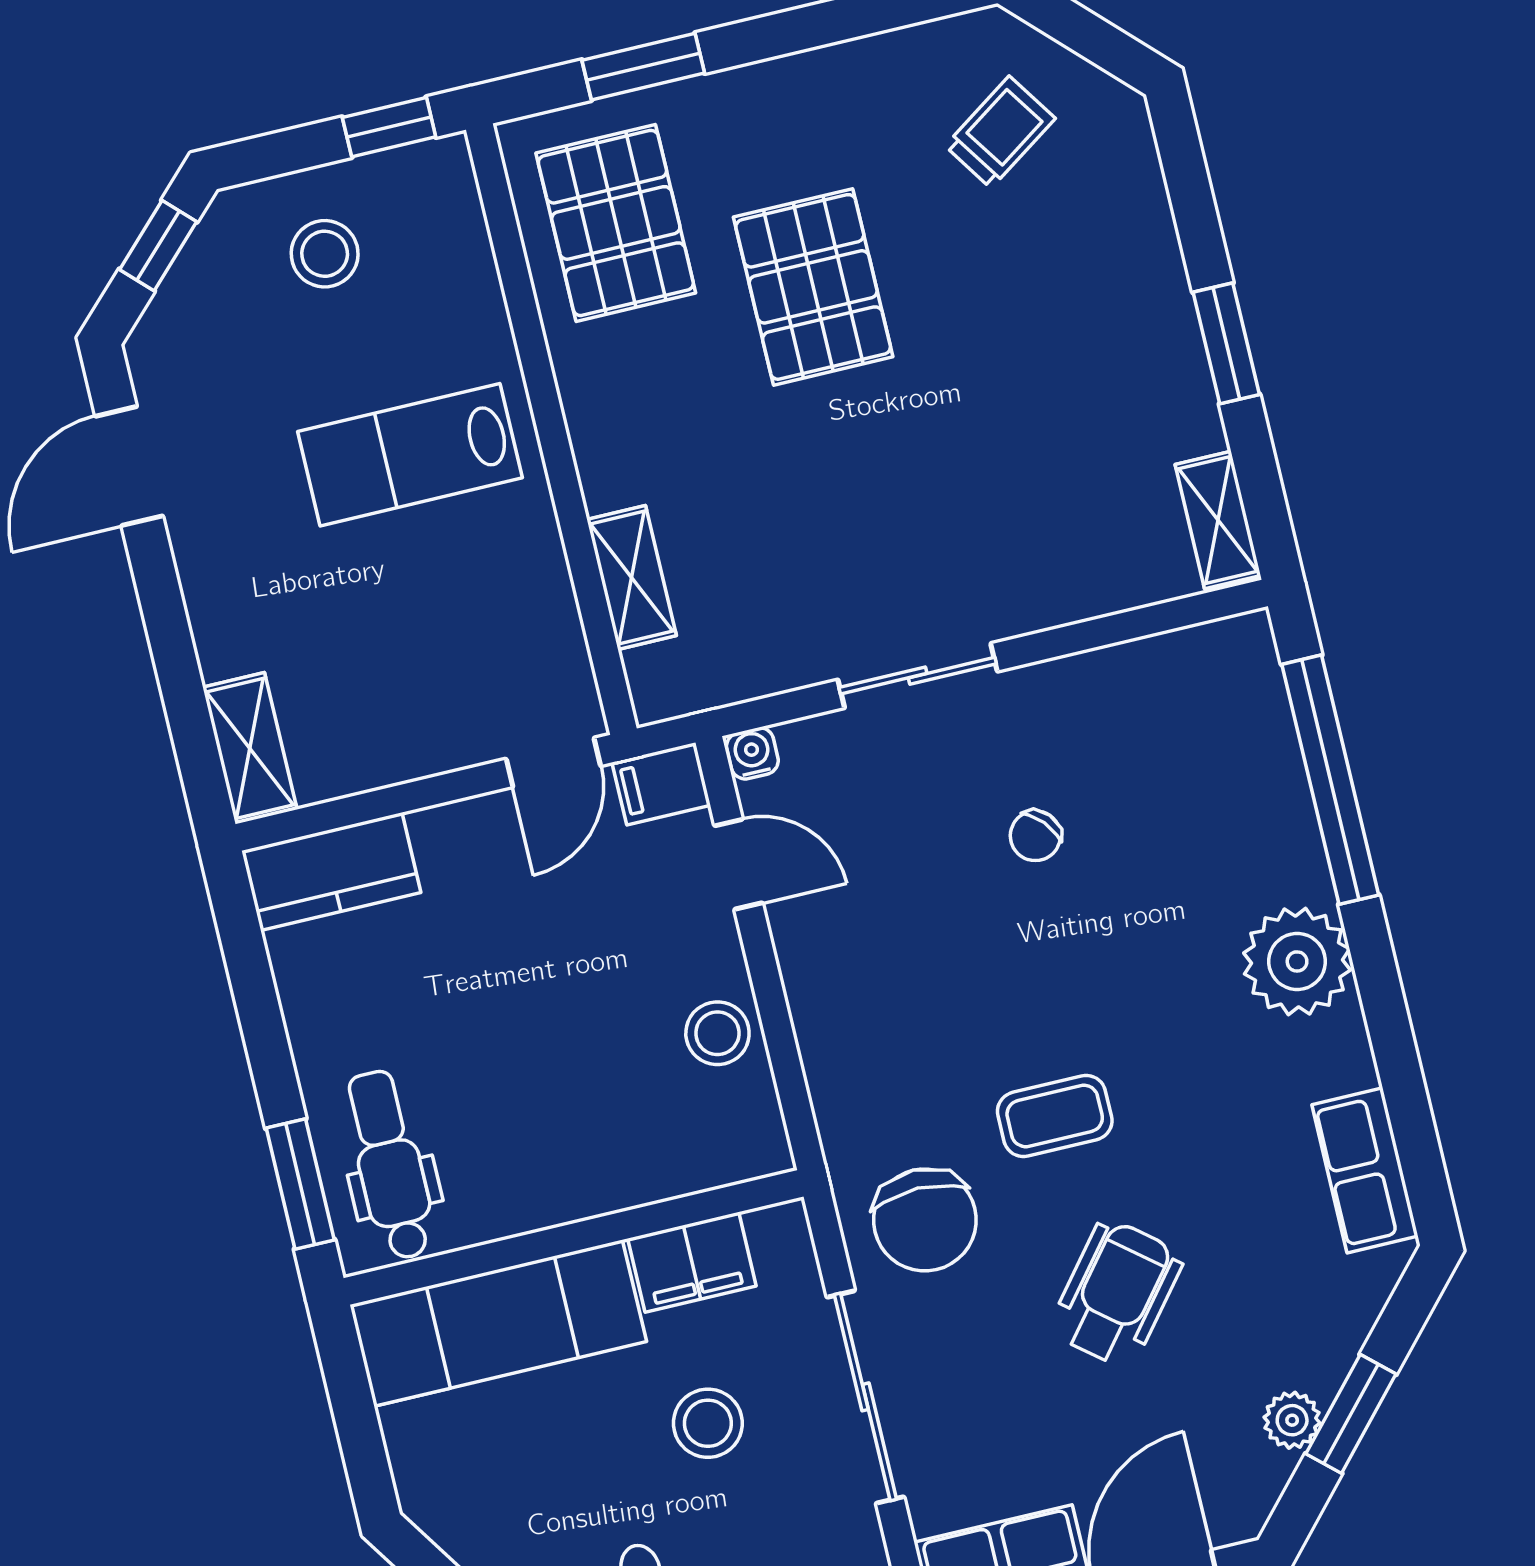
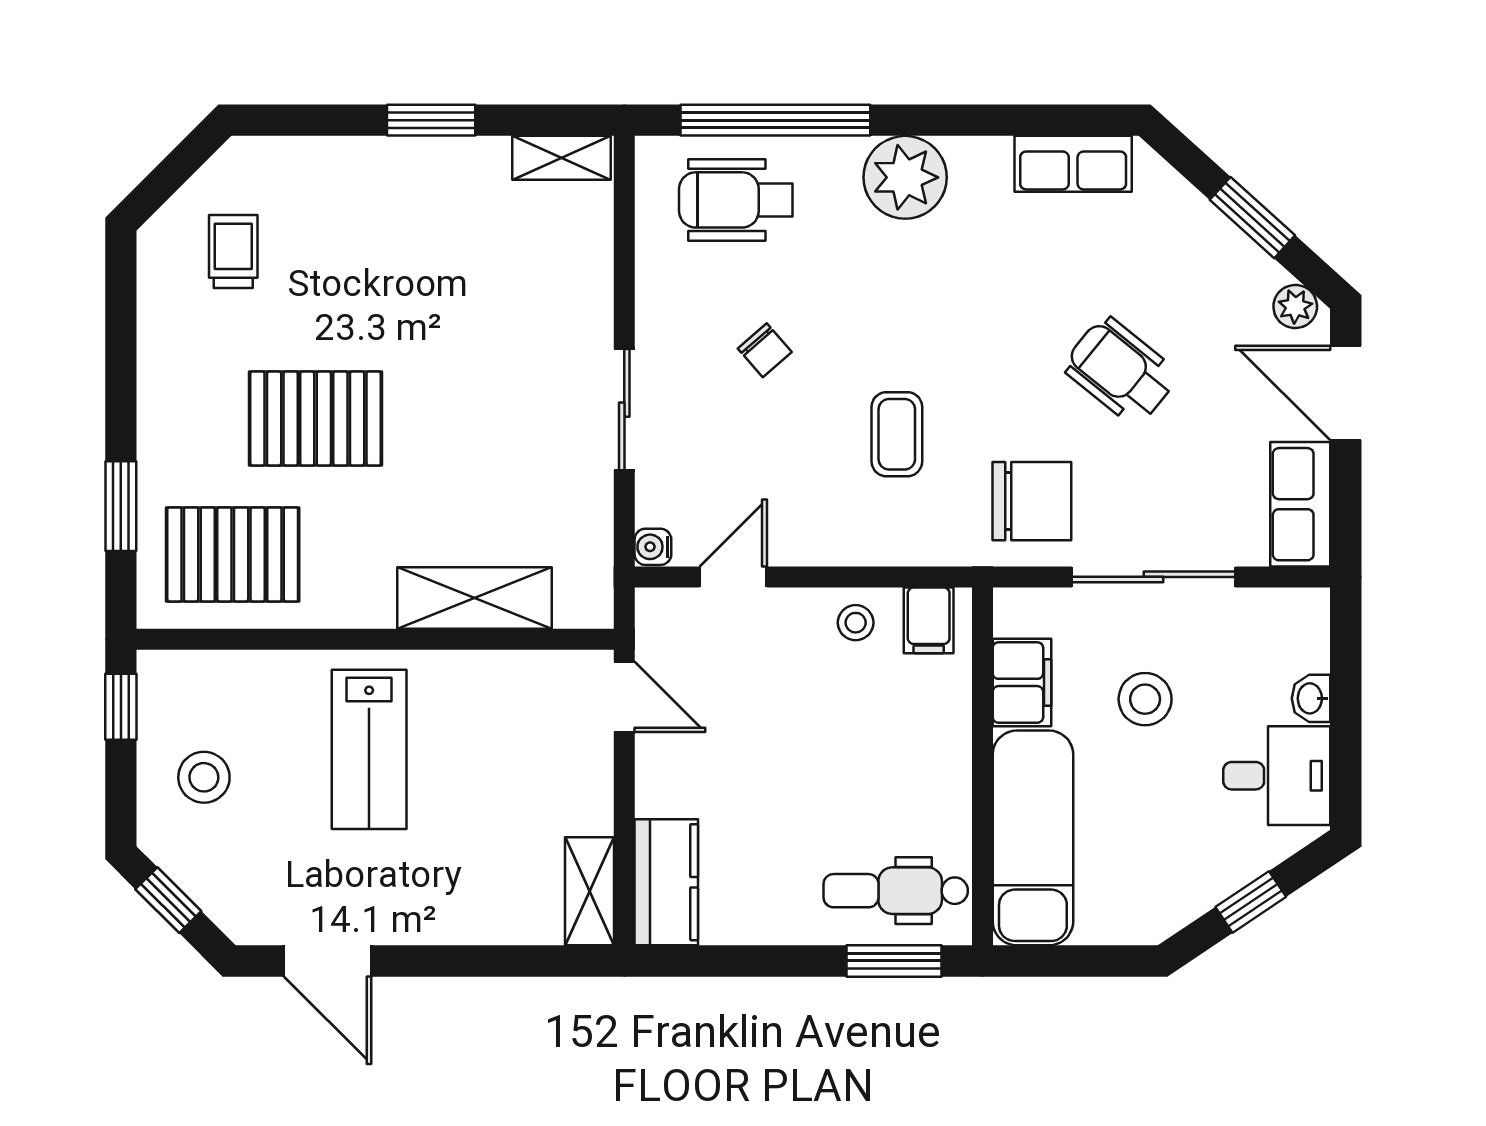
trolley: (1000, 132) -> (233, 251), turned 34
shelving: (632, 577) -> (474, 598), width x1.50, depth x1.33
shelving: (250, 748) -> (590, 891), moved, turned 90
wheelchair: (1217, 754) -> (736, 200), added
filing cabinet: (661, 784) -> (929, 620), moved
stool: (717, 1033) -> (856, 623), width x0.73, depth x0.73
coffee table: (1055, 1116) -> (897, 434), moved
plant: (1292, 1420) -> (1295, 307), moved

